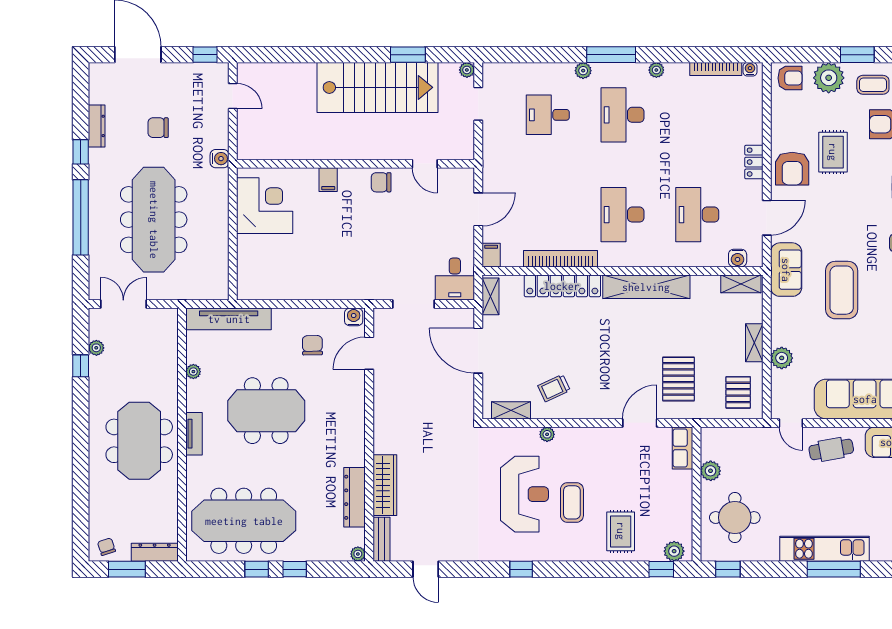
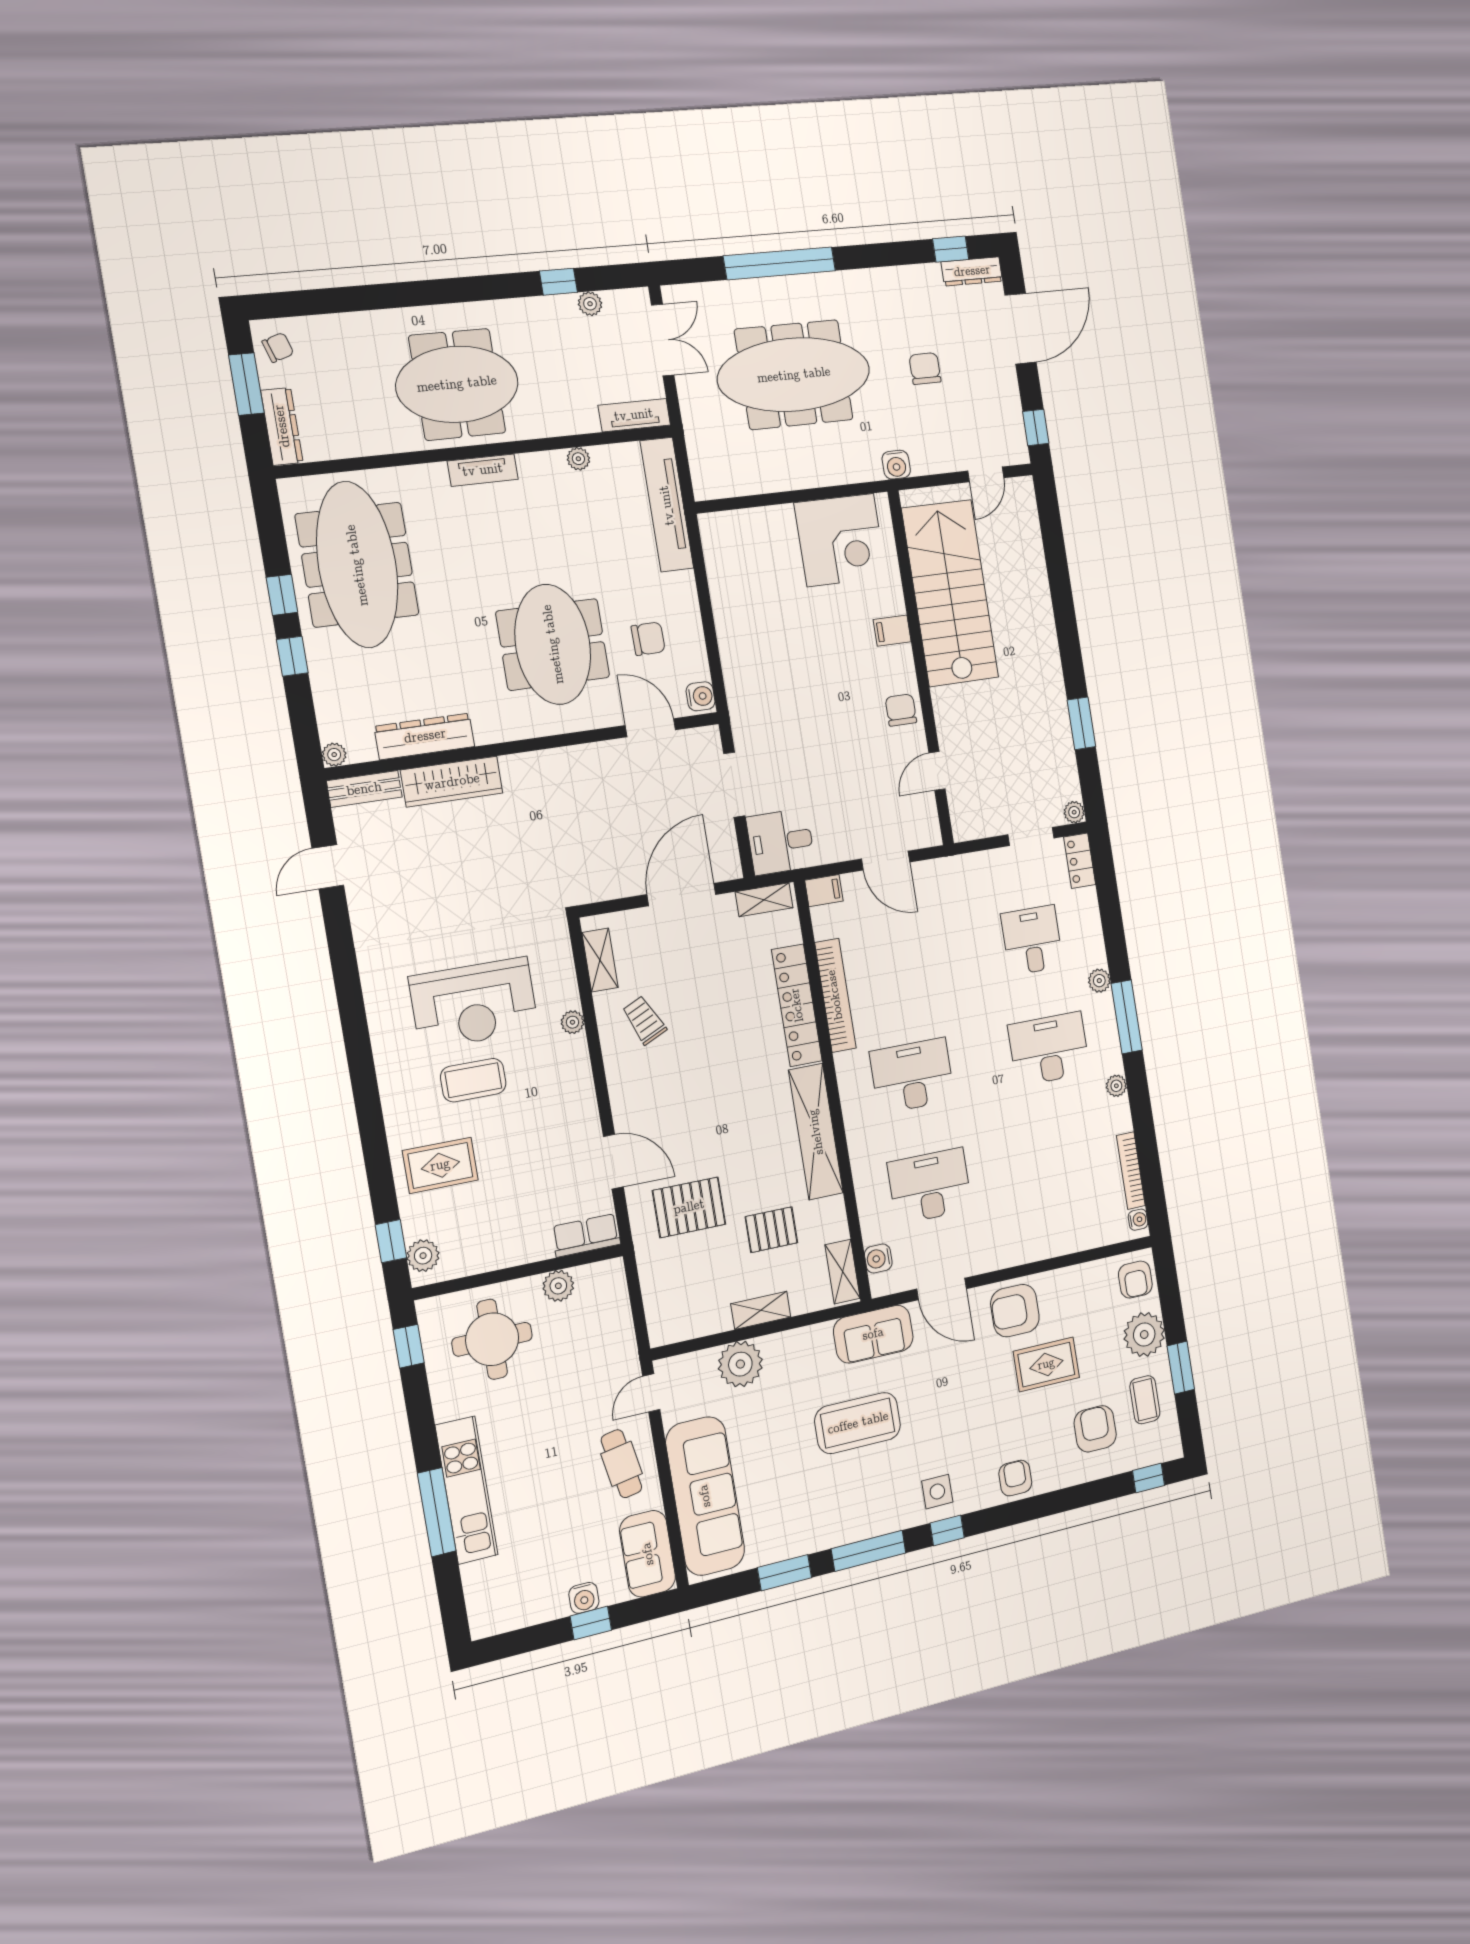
stairs: (378, 87) -> (950, 593), moved, turned 180
dresser: (97, 126) -> (972, 271), moved
window: (81, 152) -> (951, 249), moved
locker: (754, 162) -> (1080, 861), moved, turned -90
tv unit: (169, 331) -> (634, 415), added
plant: (782, 358) -> (740, 1364), width x1.36, depth x1.36
pallet: (738, 392) -> (771, 1230), moved
meeting table: (266, 411) -> (553, 644), moved
window: (521, 569) -> (353, 1019), removed

